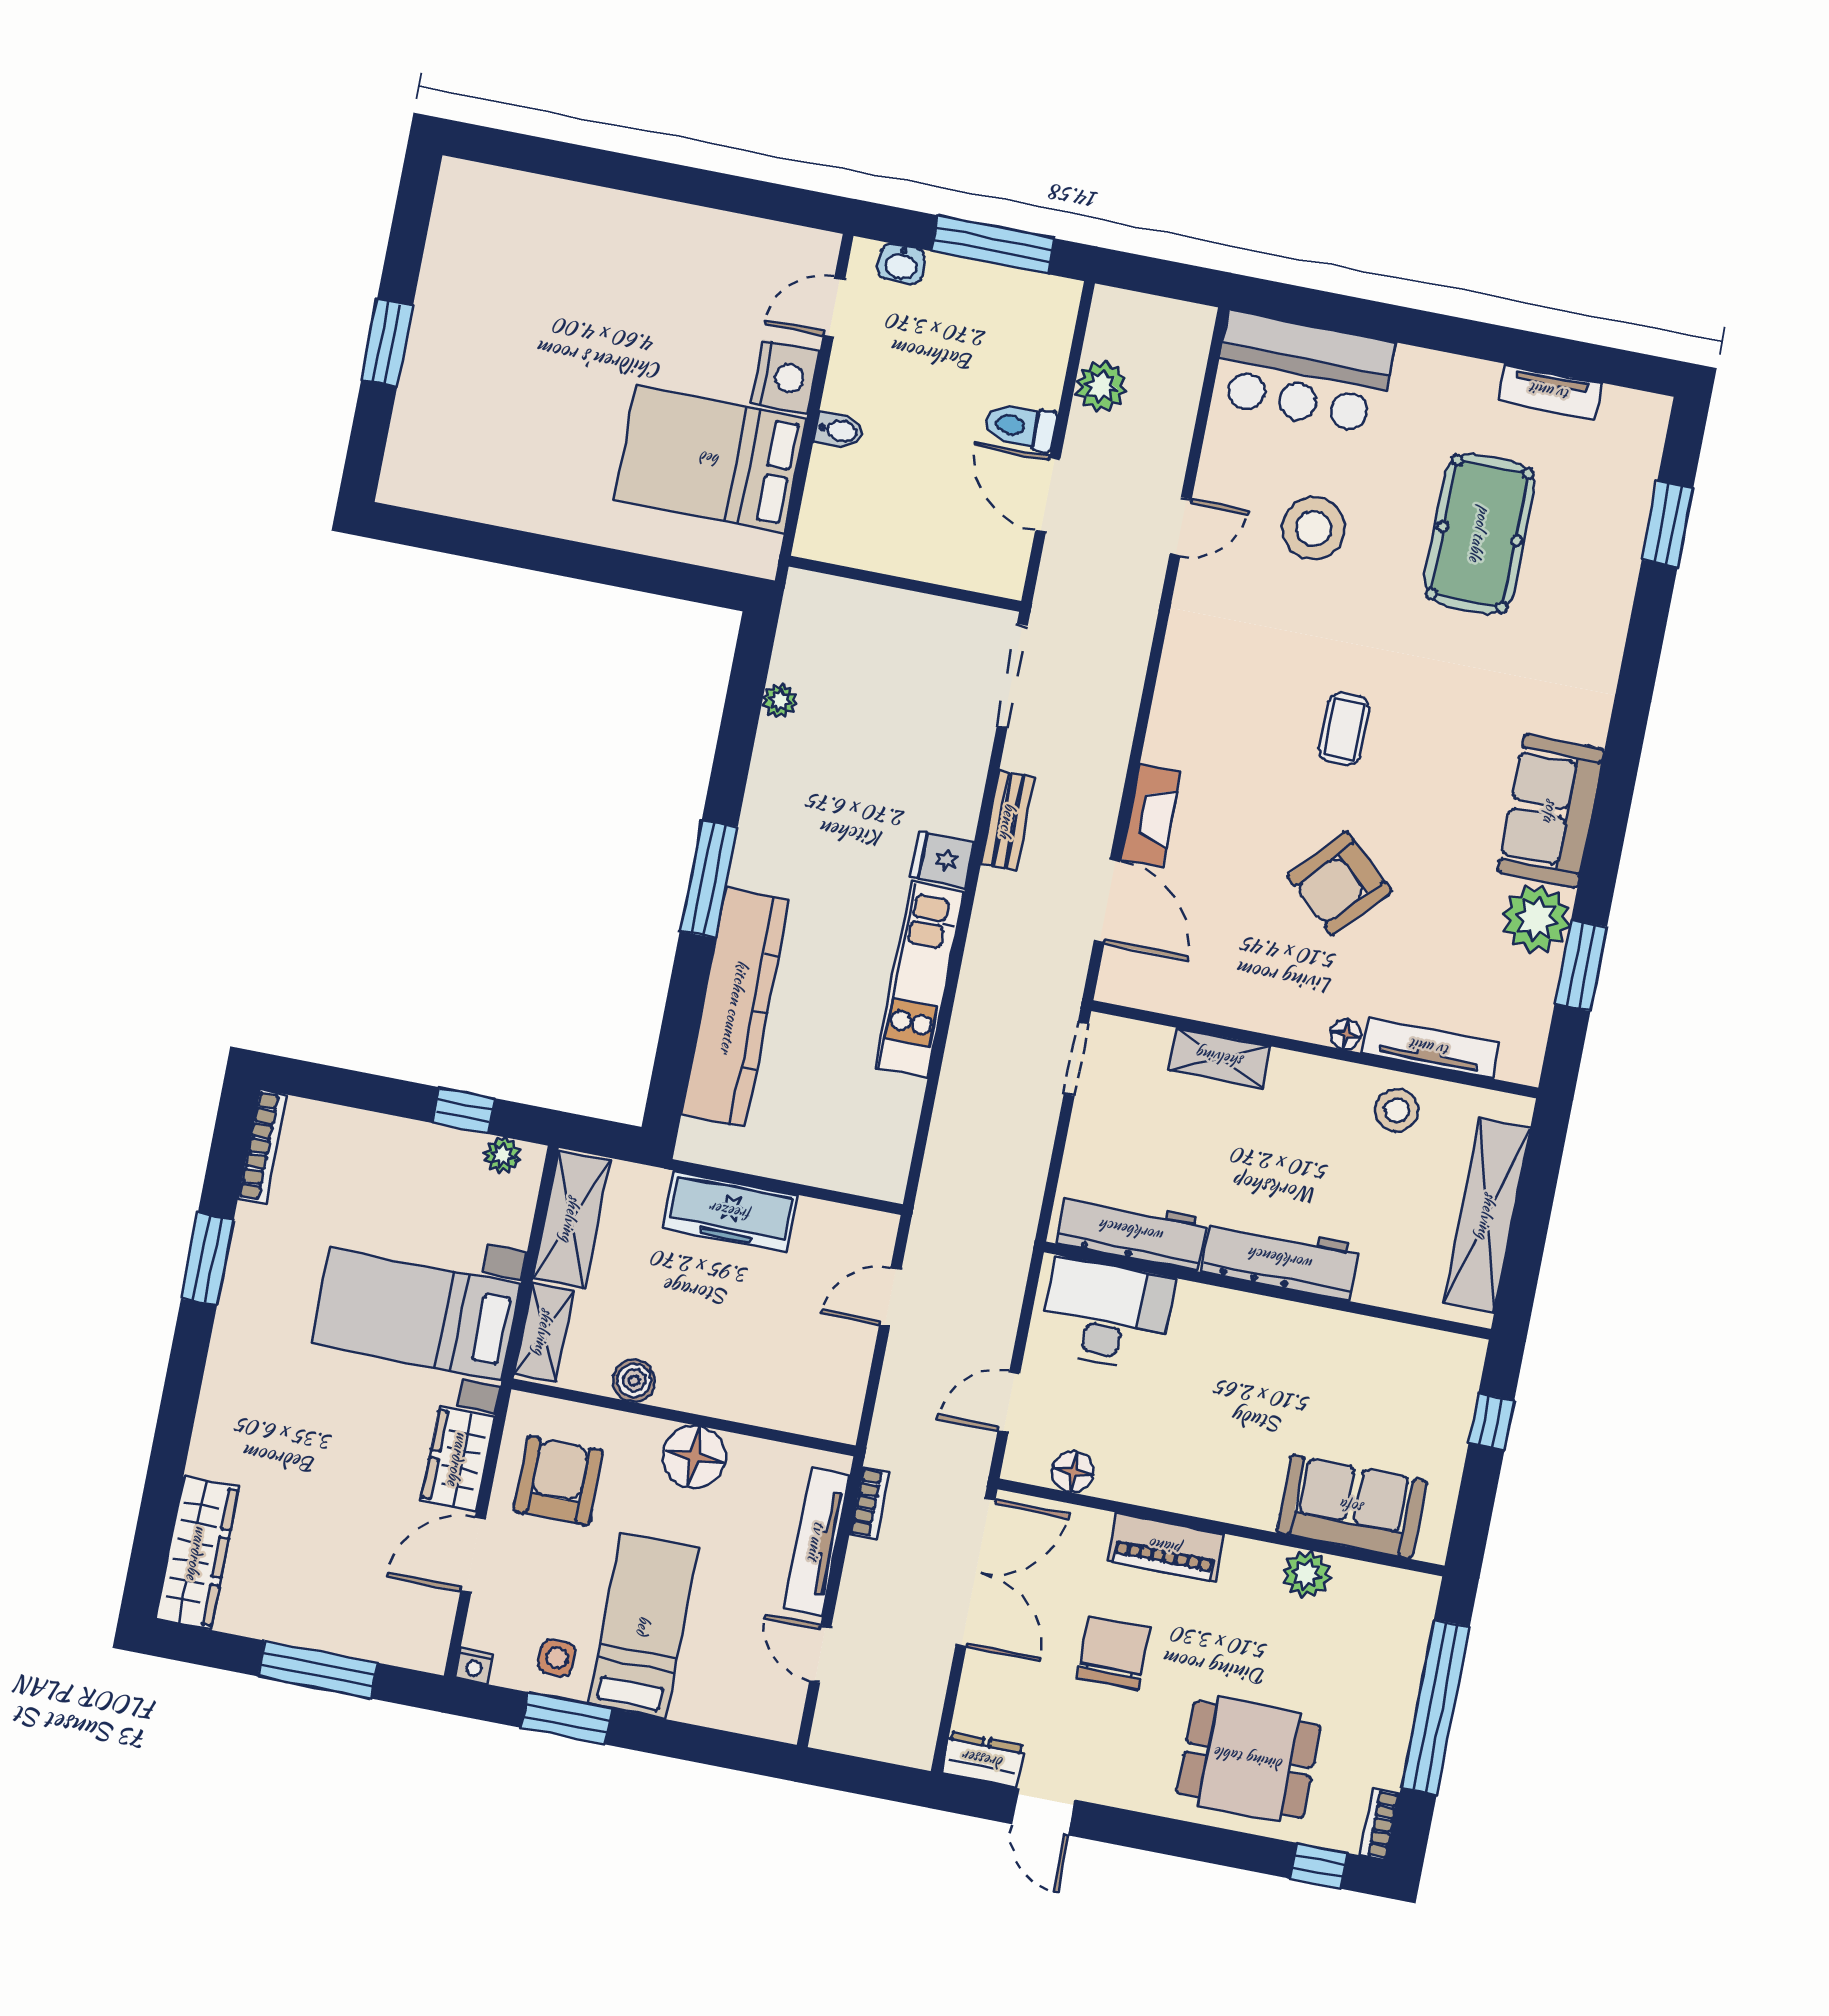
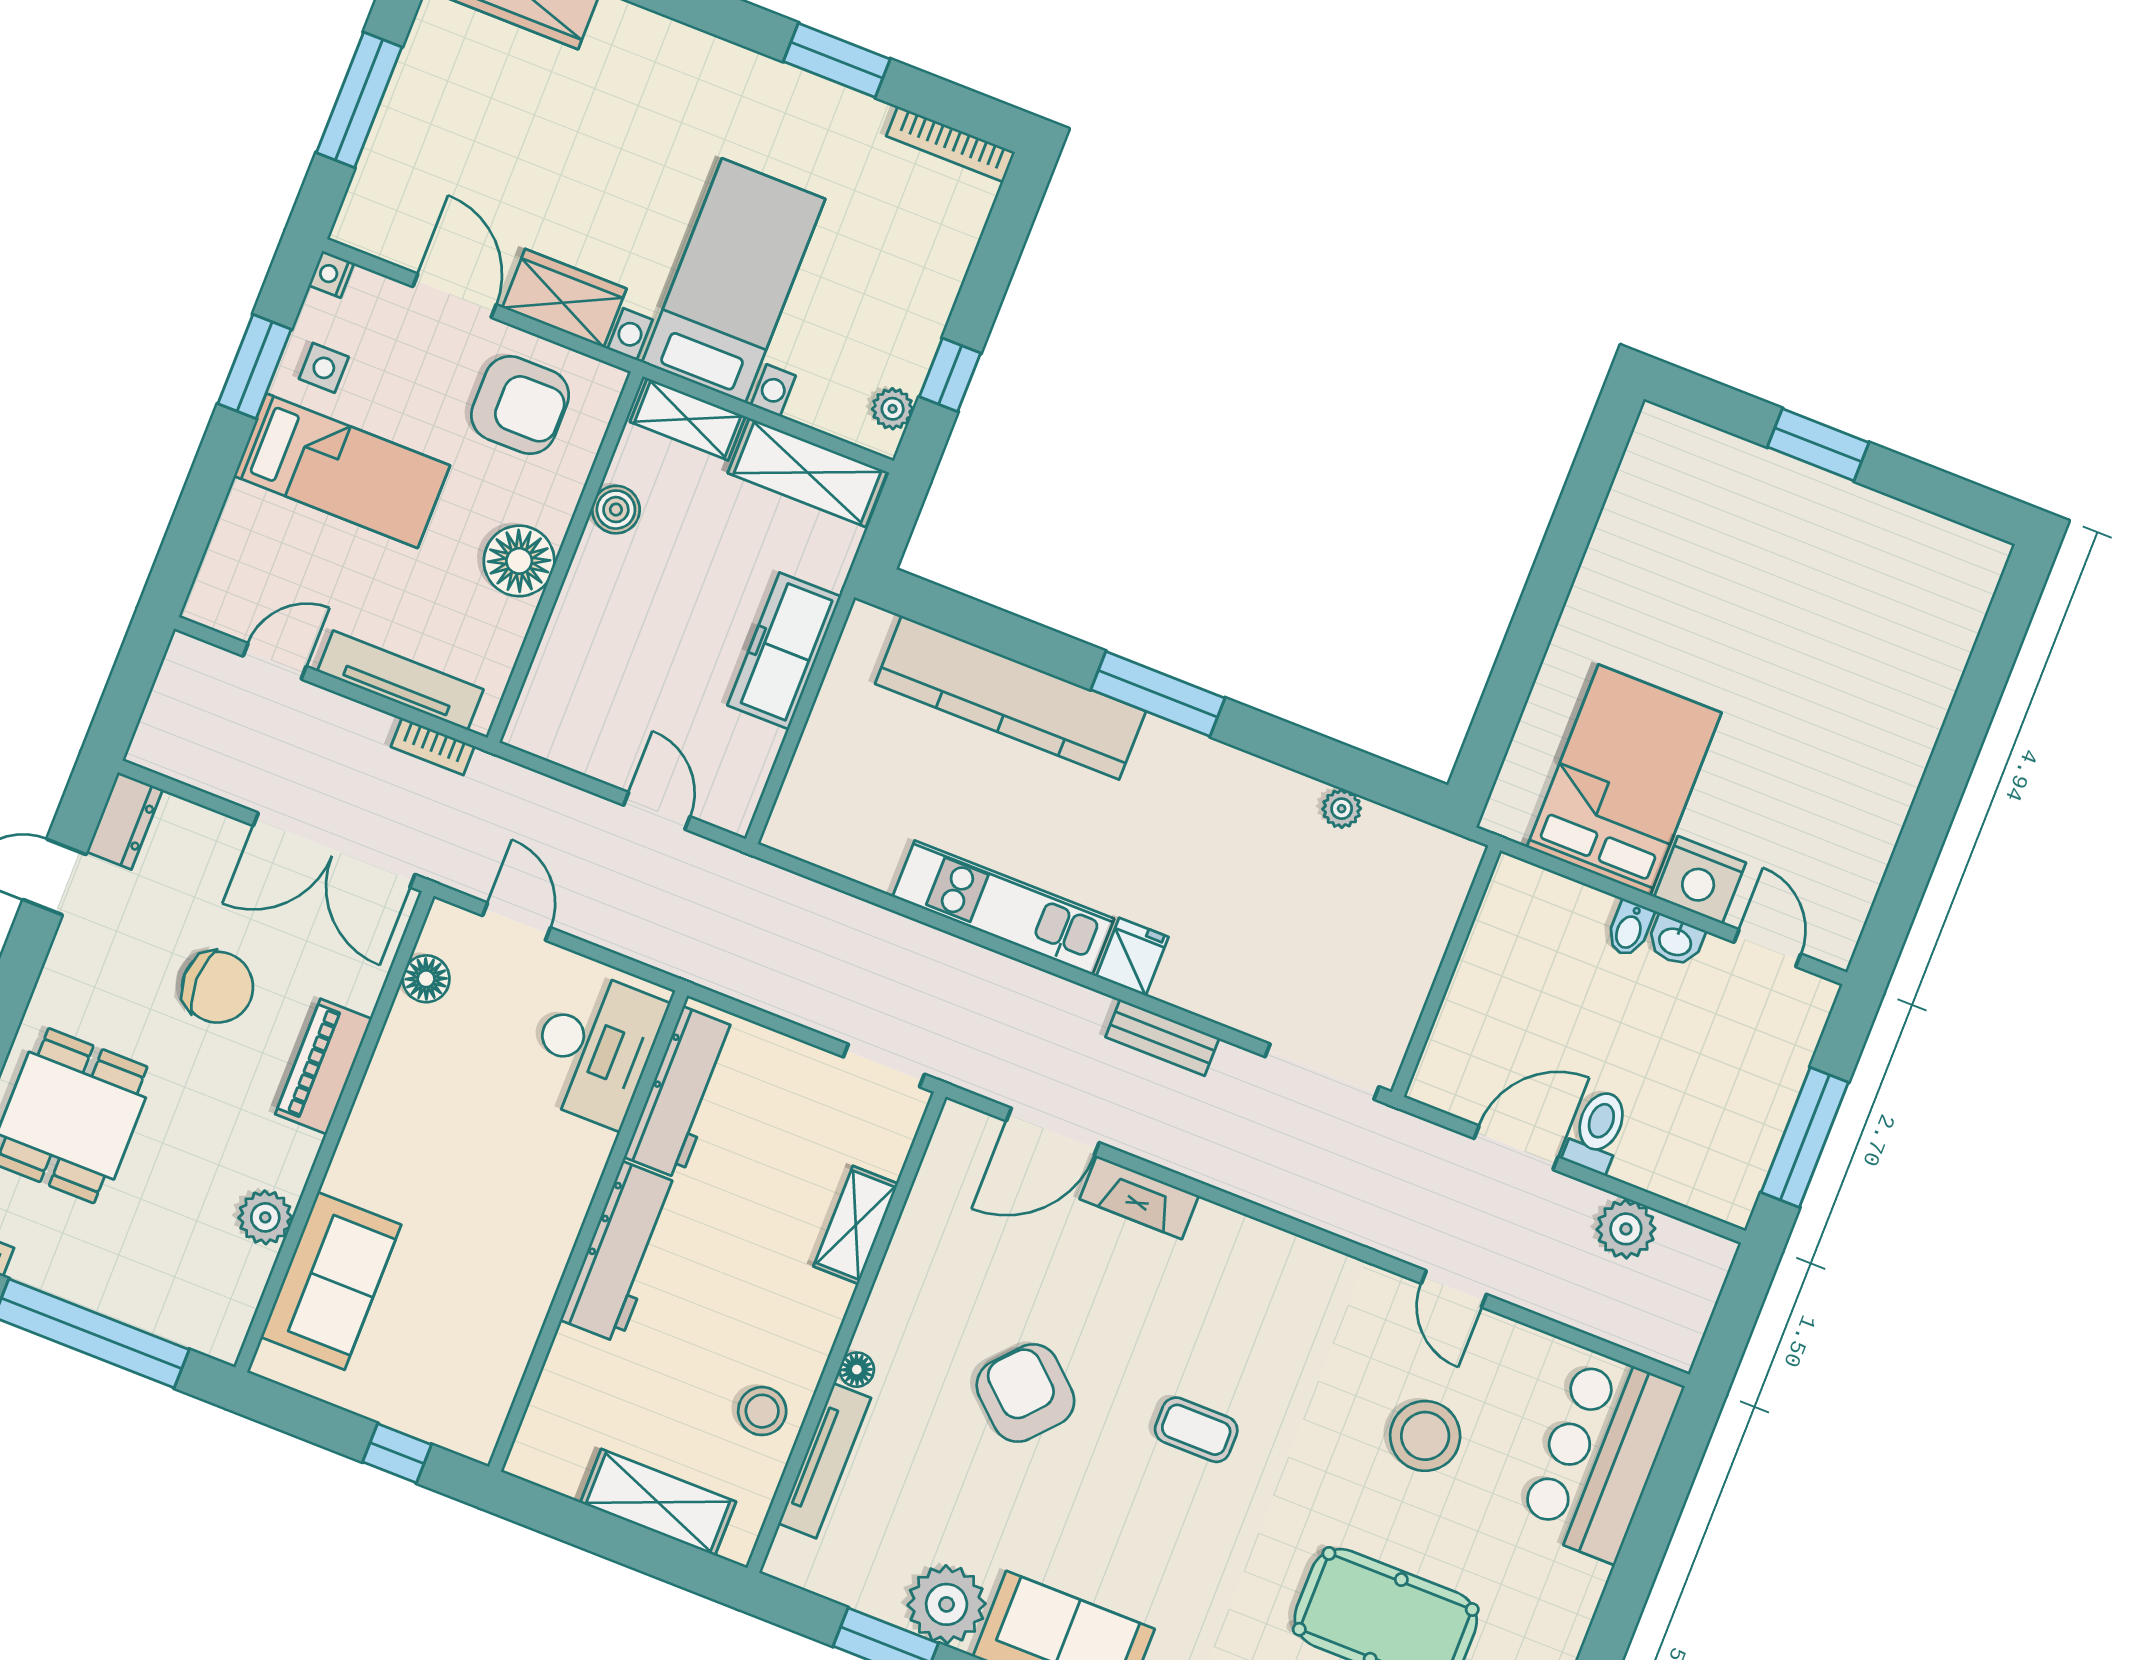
washbasin: (901, 264) -> (1676, 941), moved, turned -90
shelving: (1487, 1216) -> (658, 1502), width x0.68

